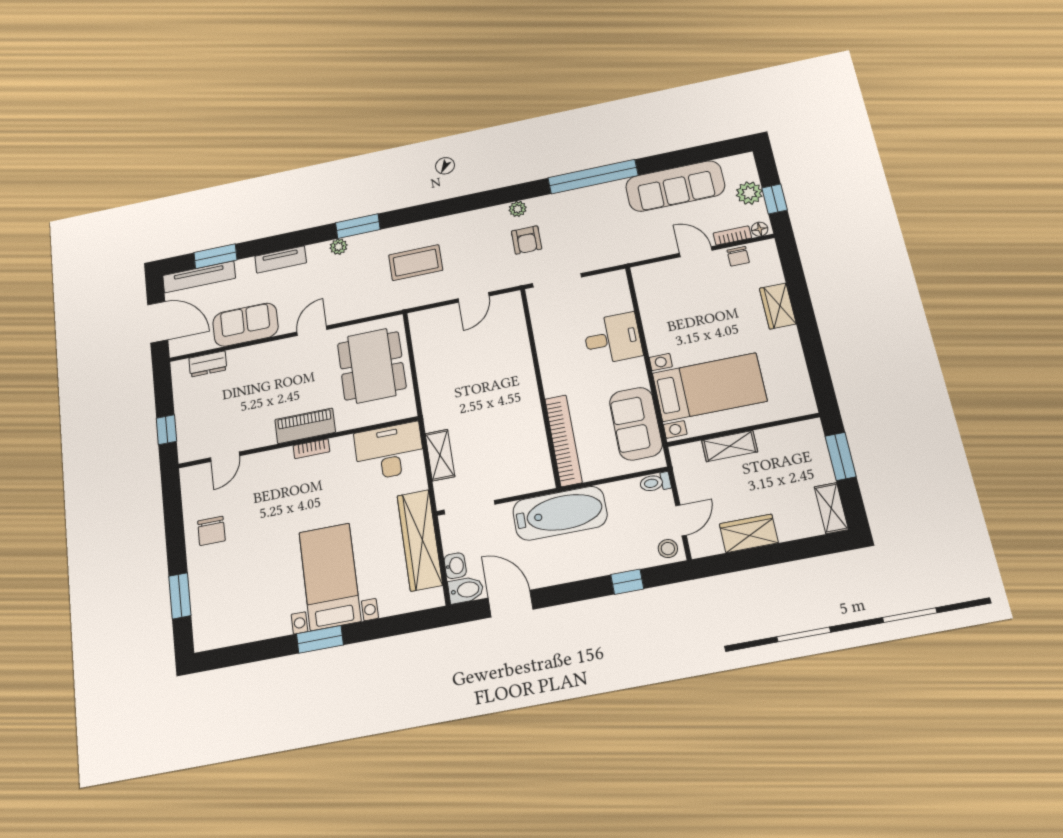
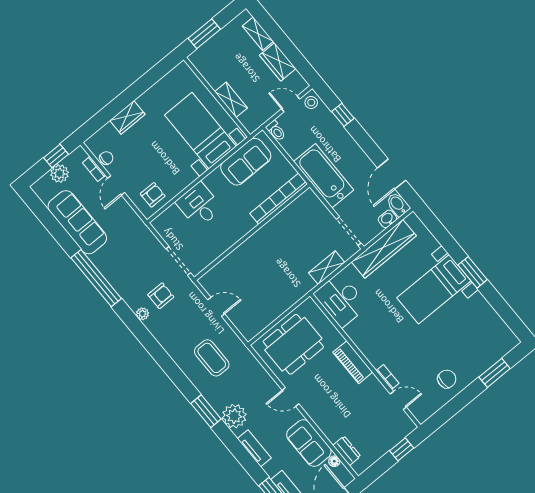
floor lamp: (760, 229) -> (334, 461), moved
plant: (339, 247) -> (234, 416), width x1.88, depth x1.88
armchair: (658, 289) -> (153, 195), added
bookcase: (311, 449) -> (388, 377), moved
shelving: (831, 508) -> (258, 34), moved, turned 90

